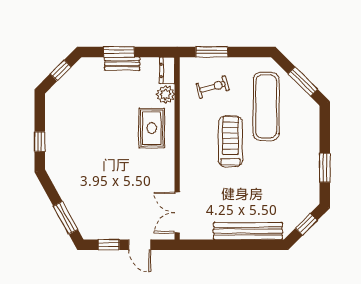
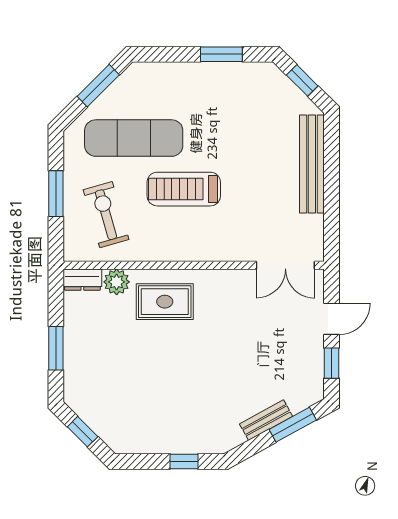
window: (212, 52) -> (56, 194), moved
bench: (122, 64) -> (266, 420), moved, turned 61
exercise bike: (213, 87) -> (106, 215), width x1.38, depth x1.39

